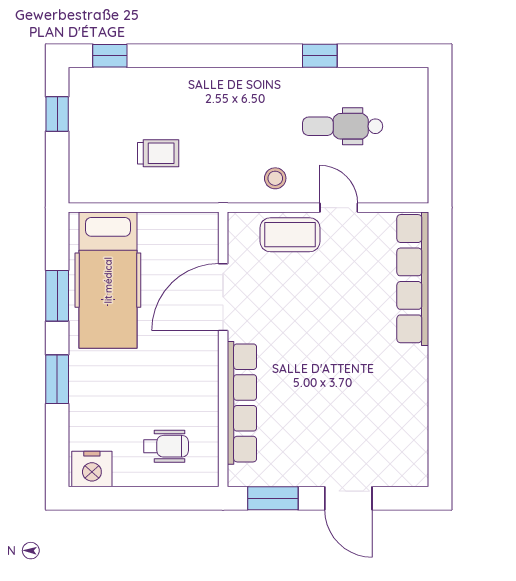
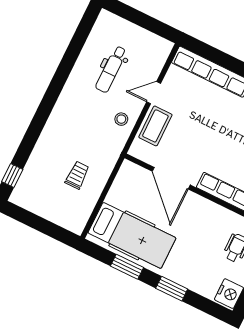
window: (320, 56) -> (67, 63), removed
window: (57, 114) -> (30, 219), removed

